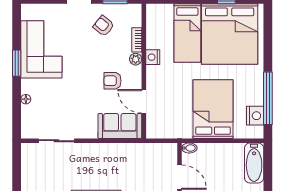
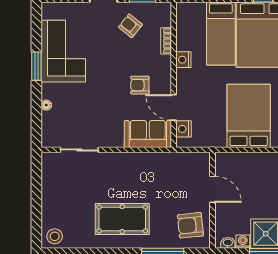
plant: (136, 59) -> (165, 62), removed
nightstand: (153, 121) -> (184, 129), added
bidet: (189, 148) -> (223, 158), removed

